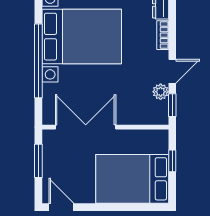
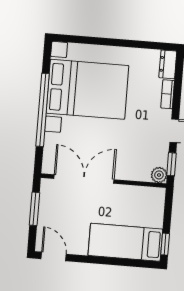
plant: (161, 92) -> (159, 175), moved
window: (172, 161) -> (165, 244), moved
bed: (132, 179) -> (125, 242), width x0.67

